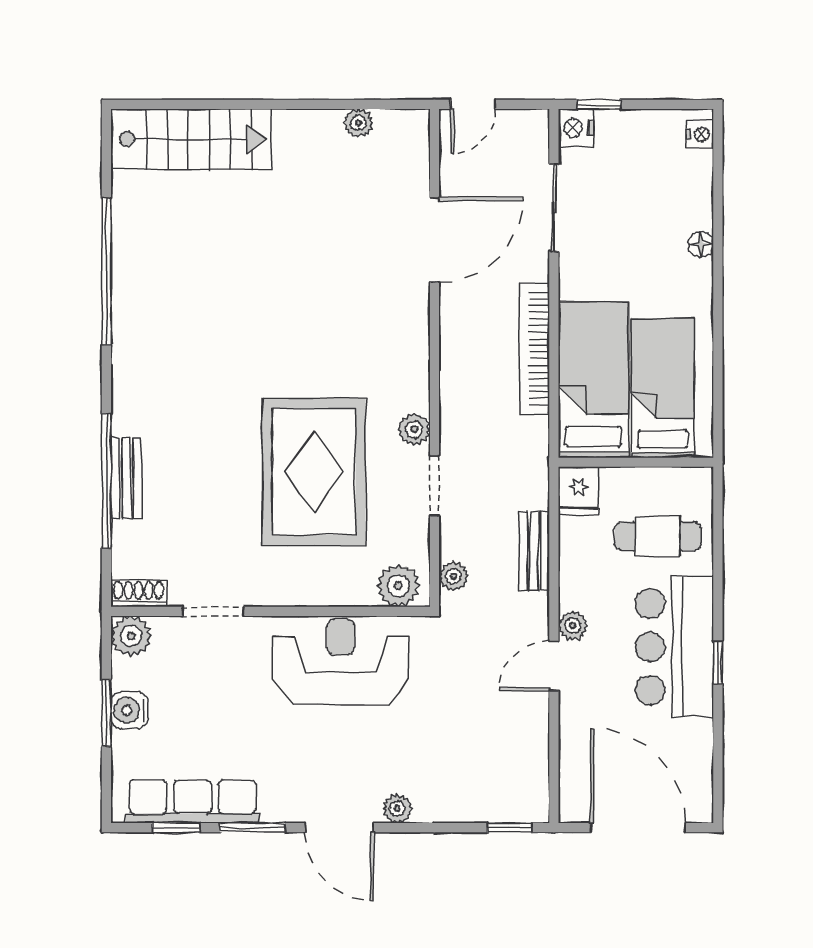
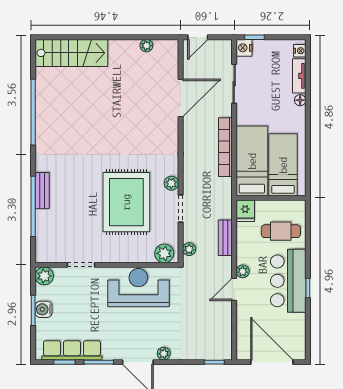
tv unit: (699, 190) -> (299, 76), added
bench: (126, 478) -> (42, 191), moved
shoe rack: (139, 593) -> (48, 257), removed

